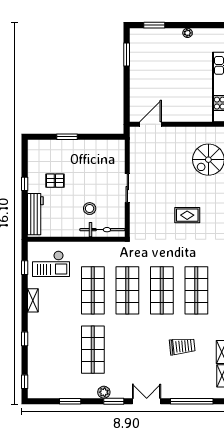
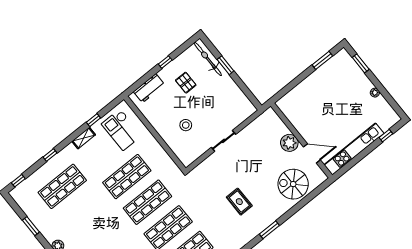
door: (150, 124) -> (312, 153), moved
plant: (172, 136) -> (289, 143), added
workbench: (35, 214) -> (149, 88), width x0.73
bicycle: (102, 230) -> (208, 59), moved, turned 180
window: (25, 268) -> (93, 120), moved
shop shelf: (93, 350) -> (62, 186), moved

